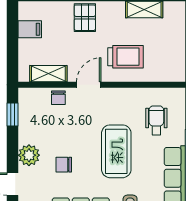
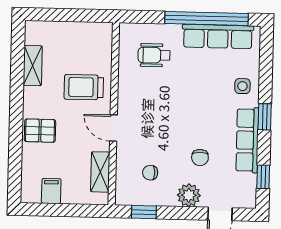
trolley: (126, 57) -> (84, 87), turned -90
chair: (58, 98) -> (150, 173), moved, turned 180
coffee table: (116, 151) -> (187, 100), removed

